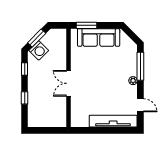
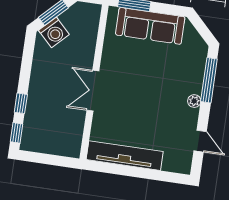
window: (25, 69) -> (17, 133), moved
tv unit: (113, 121) -> (125, 156), moved

